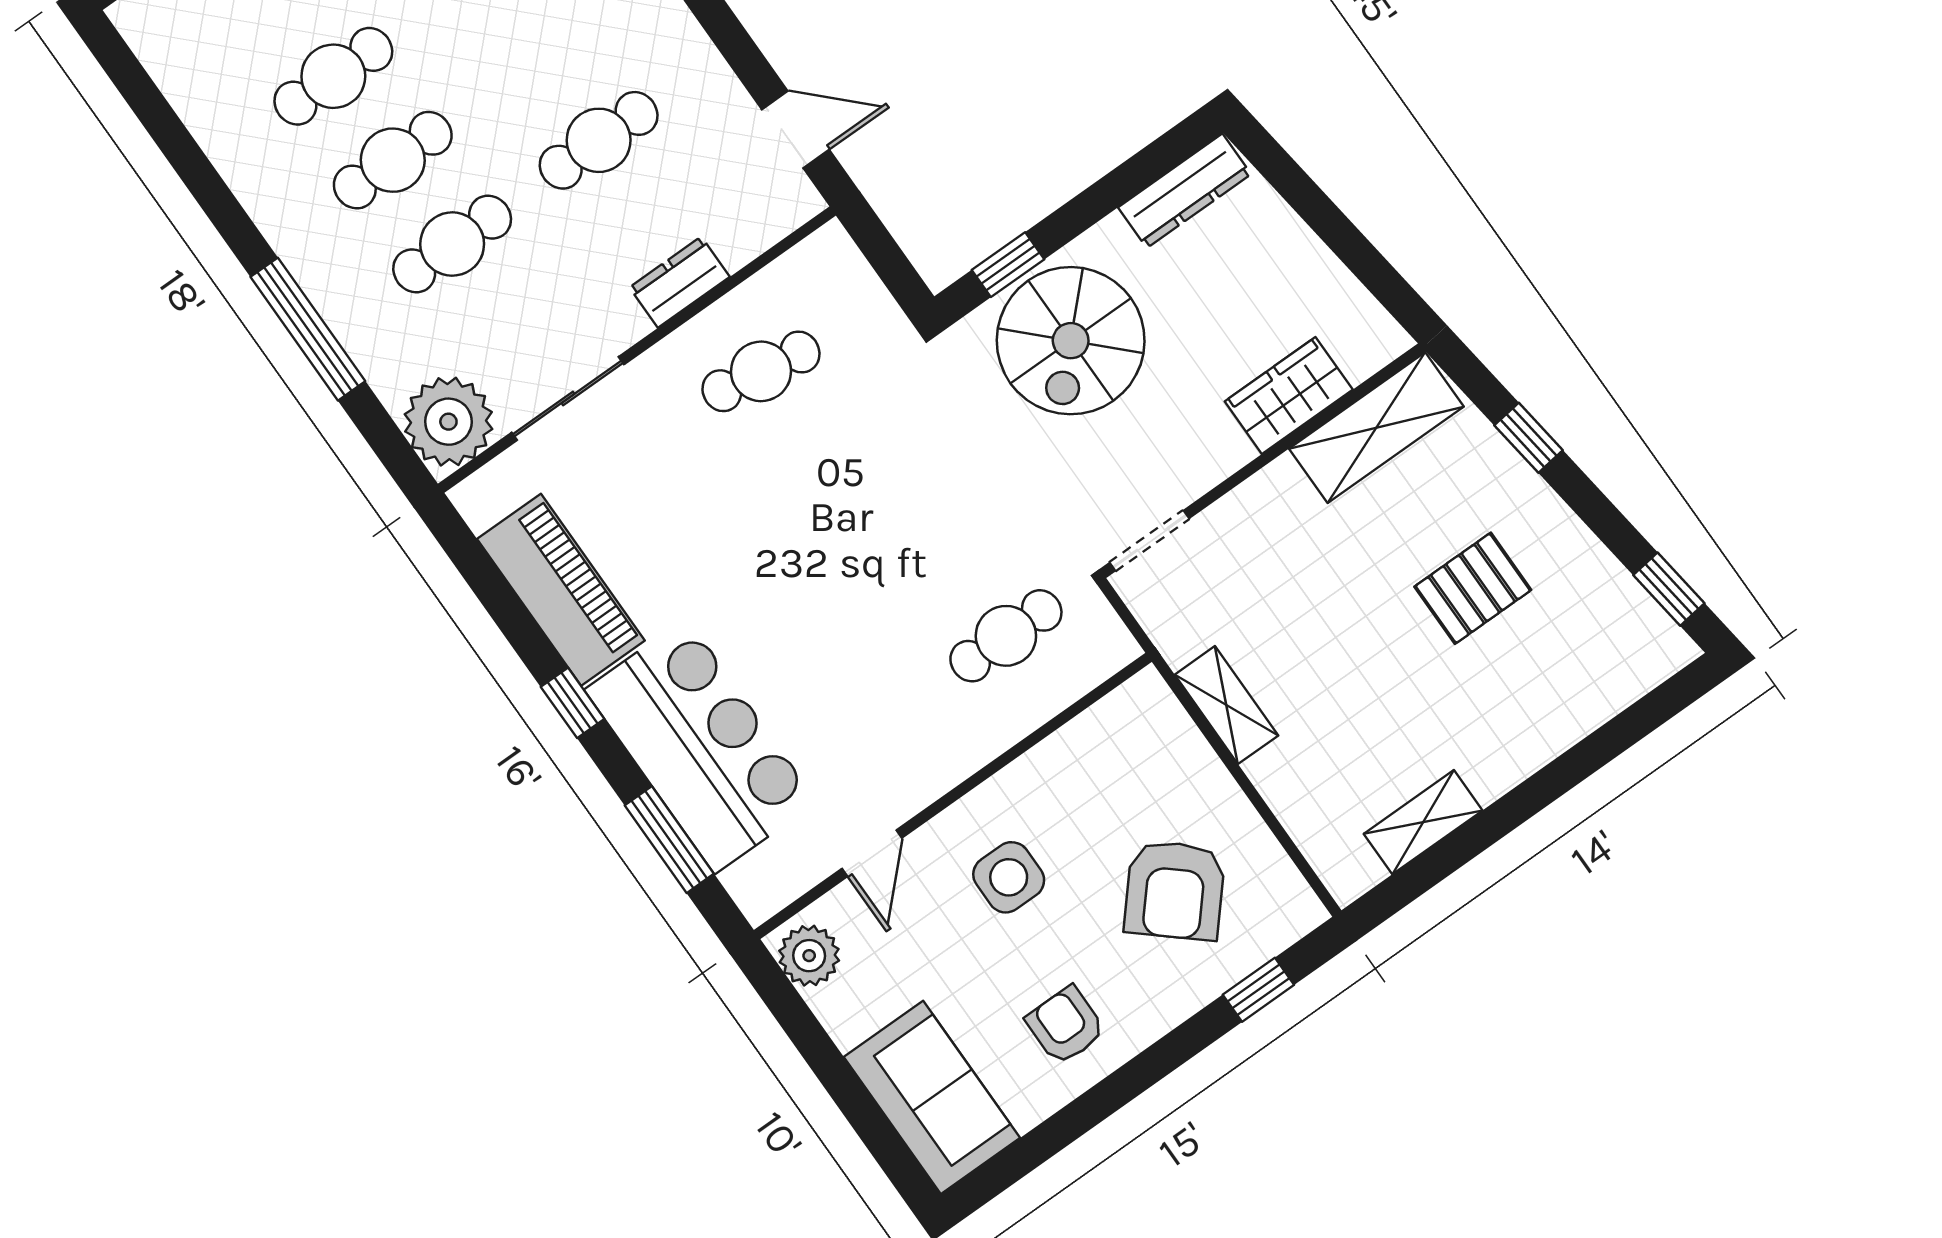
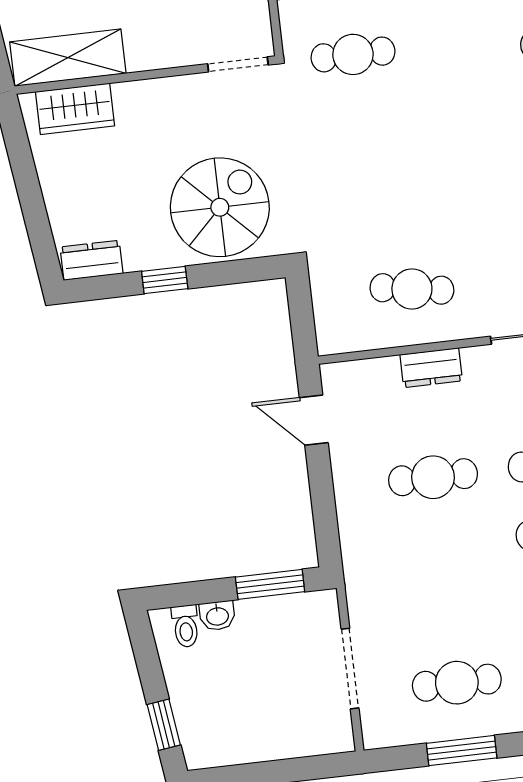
dresser: (1185, 191) -> (92, 260), width x0.70
window: (1008, 265) -> (165, 280), moved
wardrobe: (1289, 395) -> (75, 109), moved

